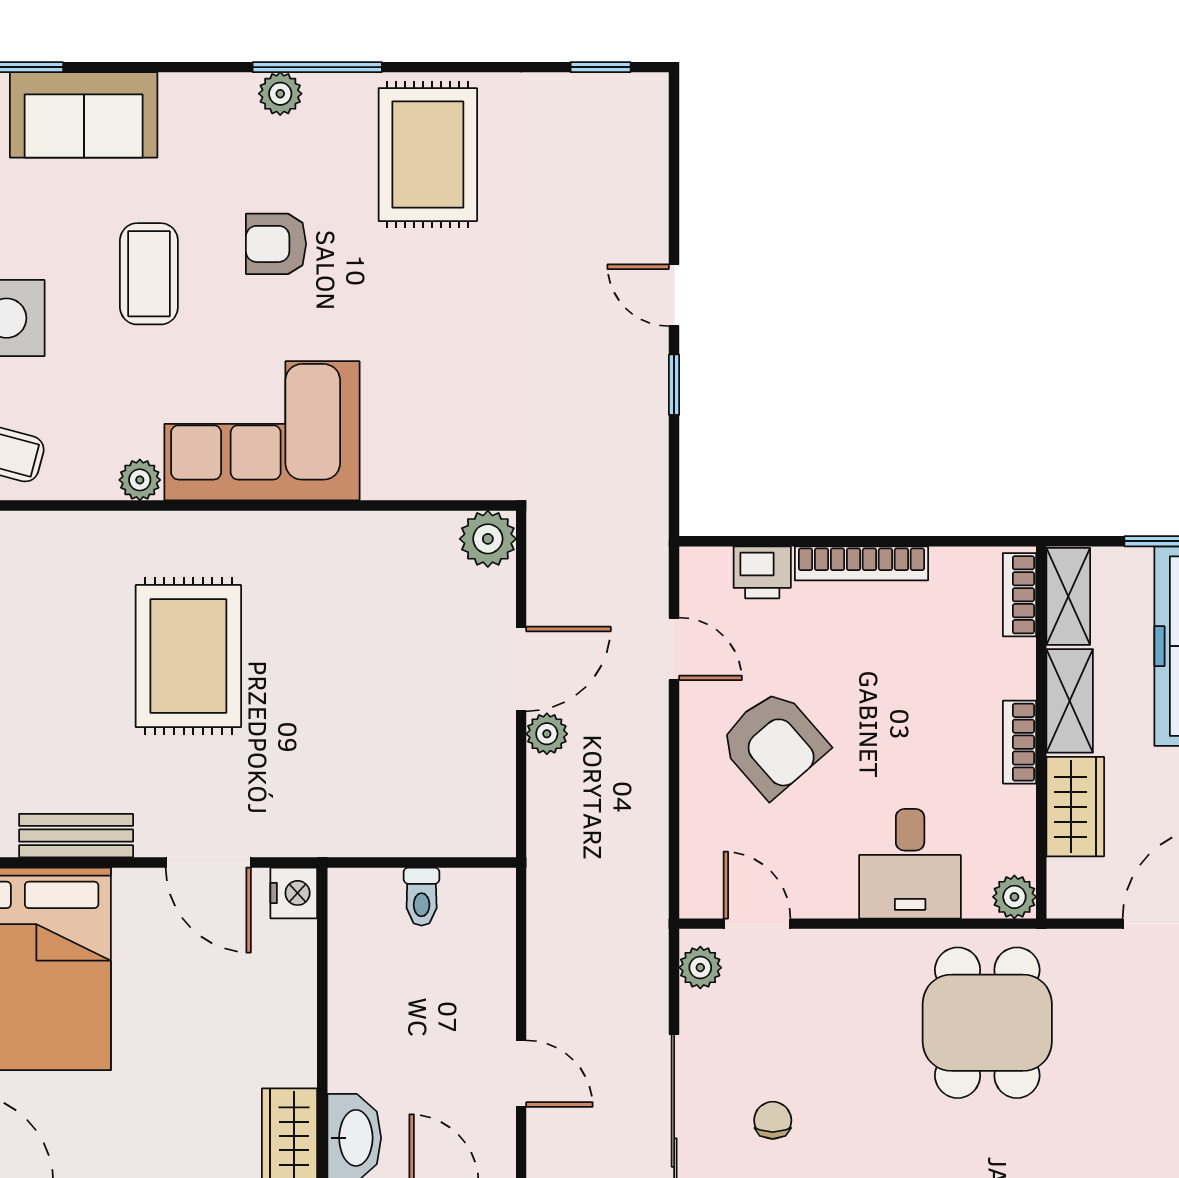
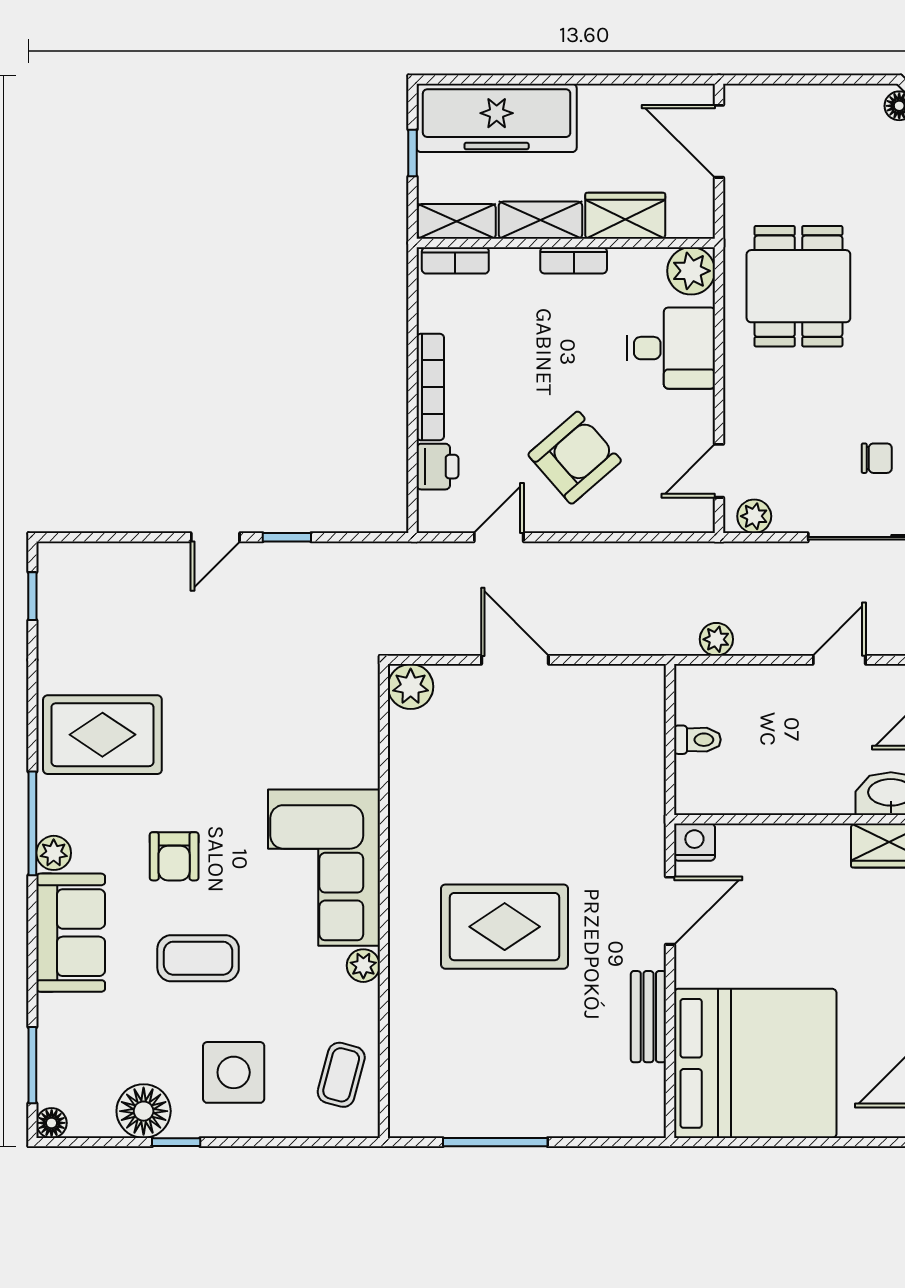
sofa: (84, 115) -> (71, 933), moved
plant: (547, 734) -> (716, 639), moved
plant: (1014, 897) -> (691, 271), width x1.38, depth x1.38
dining table: (987, 1023) -> (798, 286), turned 90
chair: (773, 1120) -> (877, 458), turned 180

